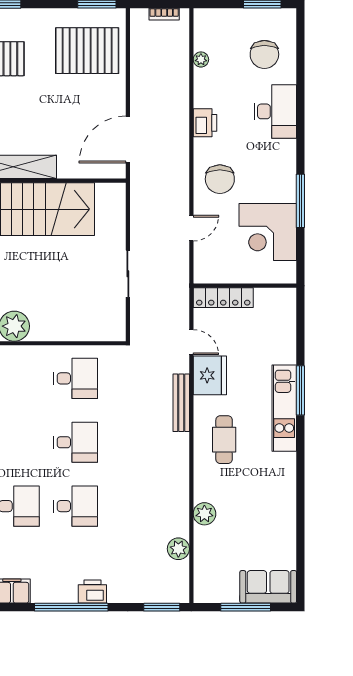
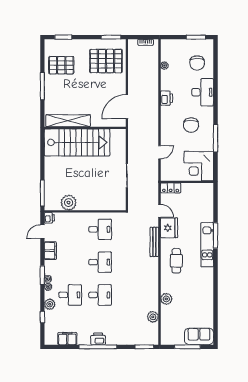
chair: (220, 179) -> (191, 125), moved
corner desk: (268, 232) -> (199, 166), moved
locker: (223, 298) -> (171, 188), width x0.66
printer: (92, 592) -> (98, 339), moved

